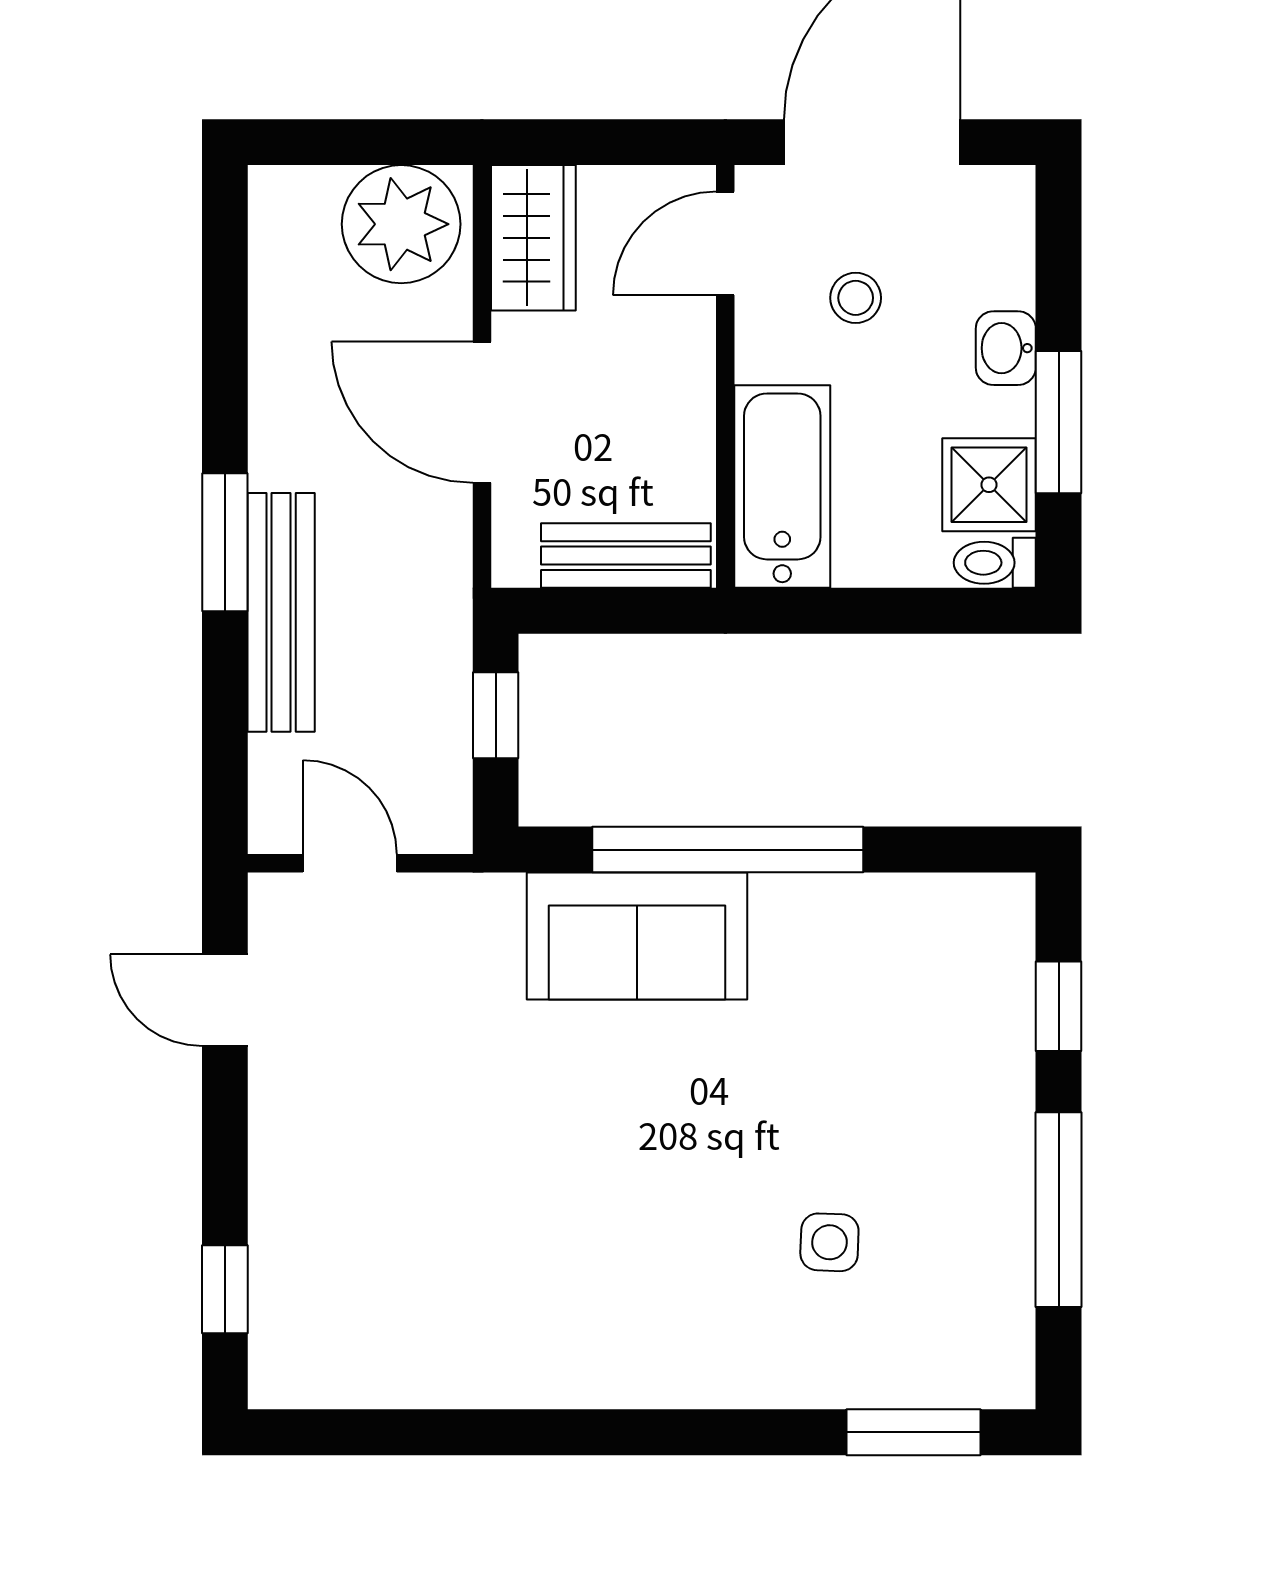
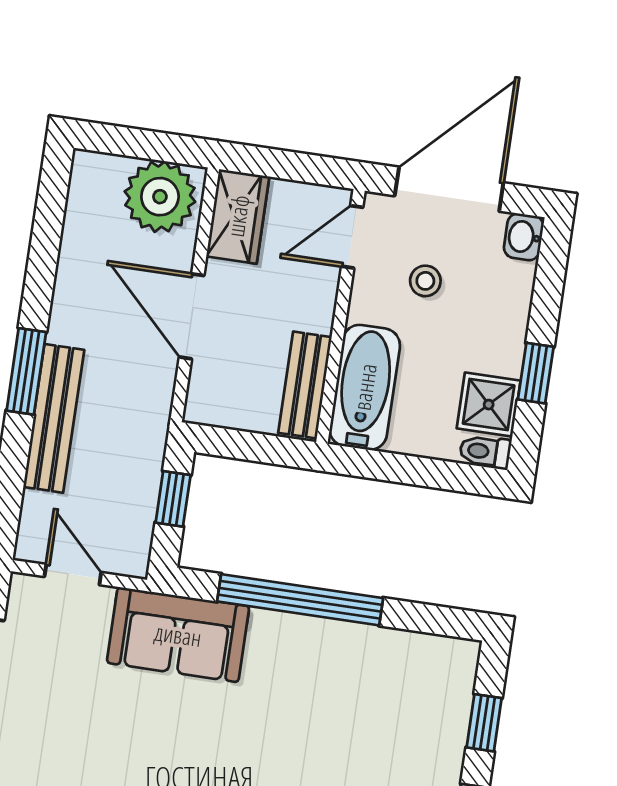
washbasin: (1006, 348) -> (524, 237), moved
window: (1059, 422) -> (536, 373), width x0.67
bench: (626, 556) -> (305, 385), moved, turned 90
sofa: (637, 936) -> (178, 635), moved

